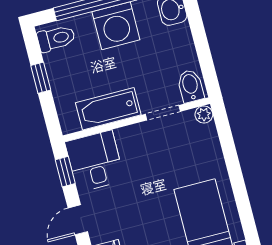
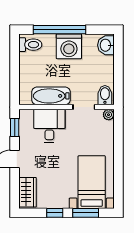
window: (41, 78) -> (15, 66), removed
desk: (95, 161) -> (49, 126), moved

